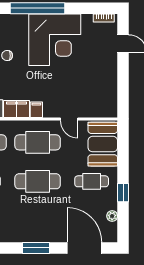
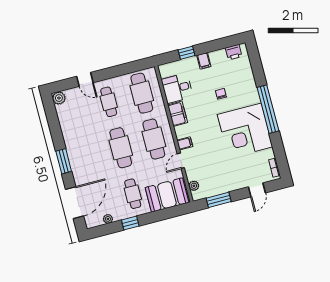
window: (123, 89) -> (219, 200), added
filing cabinet: (36, 110) -> (185, 143), moved
plant: (100, 112) -> (194, 186), added

